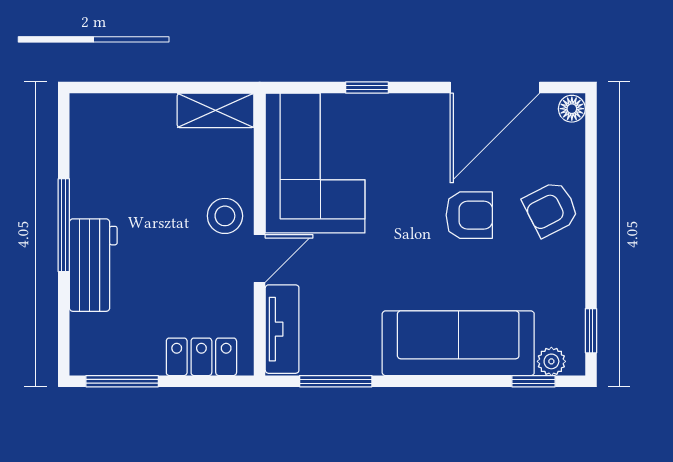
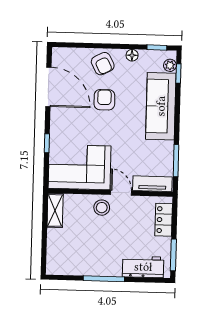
floor lamp: (572, 109) -> (132, 55), moved
workbench: (93, 265) -> (143, 267), moved

